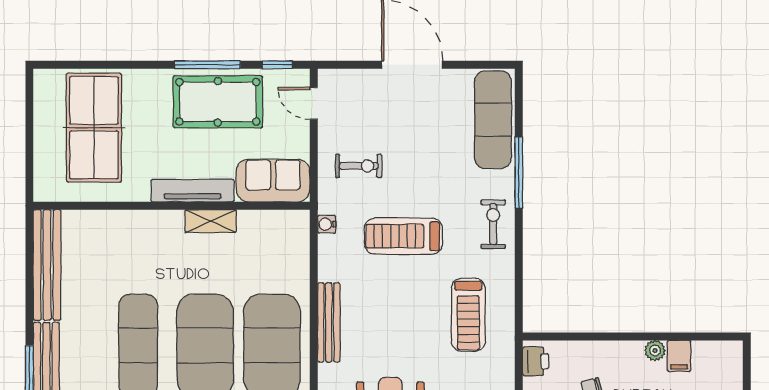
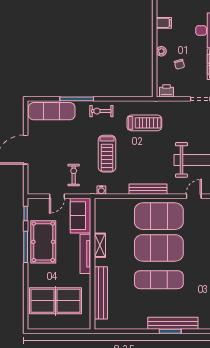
door: (314, 103) -> (57, 196), moved
bench: (47, 265) -> (101, 293), moved, turned 90
plant: (655, 351) -> (161, 51), moved

